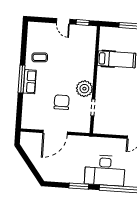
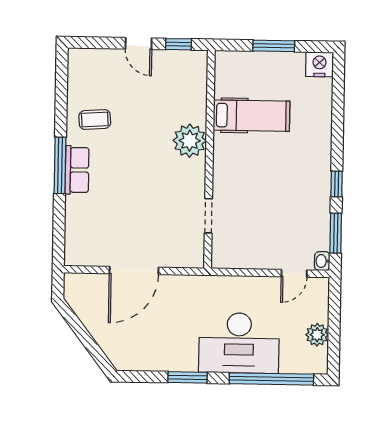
plant: (84, 89) -> (190, 141), moved
chair: (62, 102) -> (144, 208), removed

